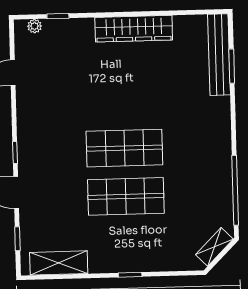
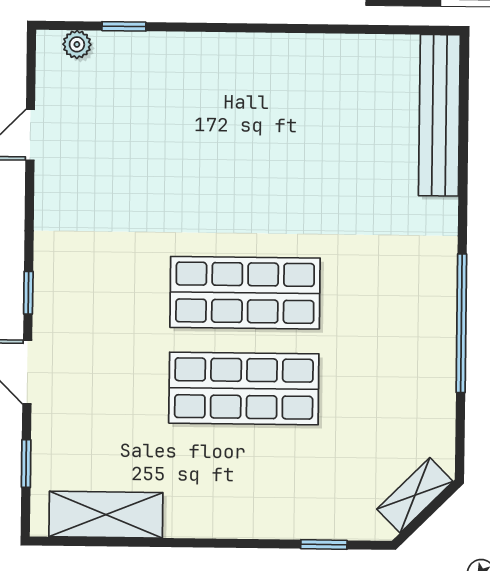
wardrobe: (134, 29) -> (273, 57), removed
window: (232, 66) -> (464, 139), removed
window: (235, 190) -> (461, 323), moved
window: (130, 275) -> (324, 544), moved

